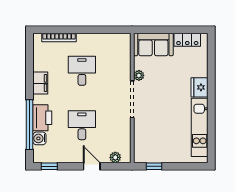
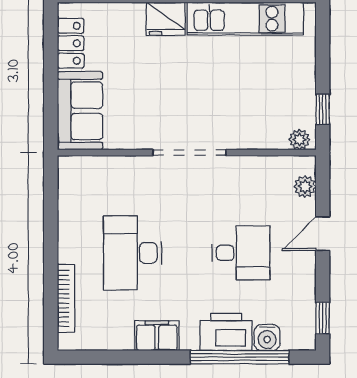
desk: (82, 71) -> (133, 253), width x1.37
plant: (139, 75) -> (299, 140), moved
desk: (82, 125) -> (241, 253), turned 180

